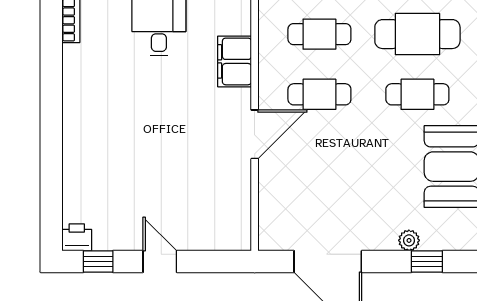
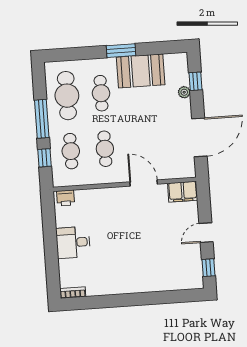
filing cabinet: (235, 61) -> (183, 192), moved
door: (255, 134) -> (144, 183), moved
printer: (77, 237) -> (66, 198), moved, turned -90

